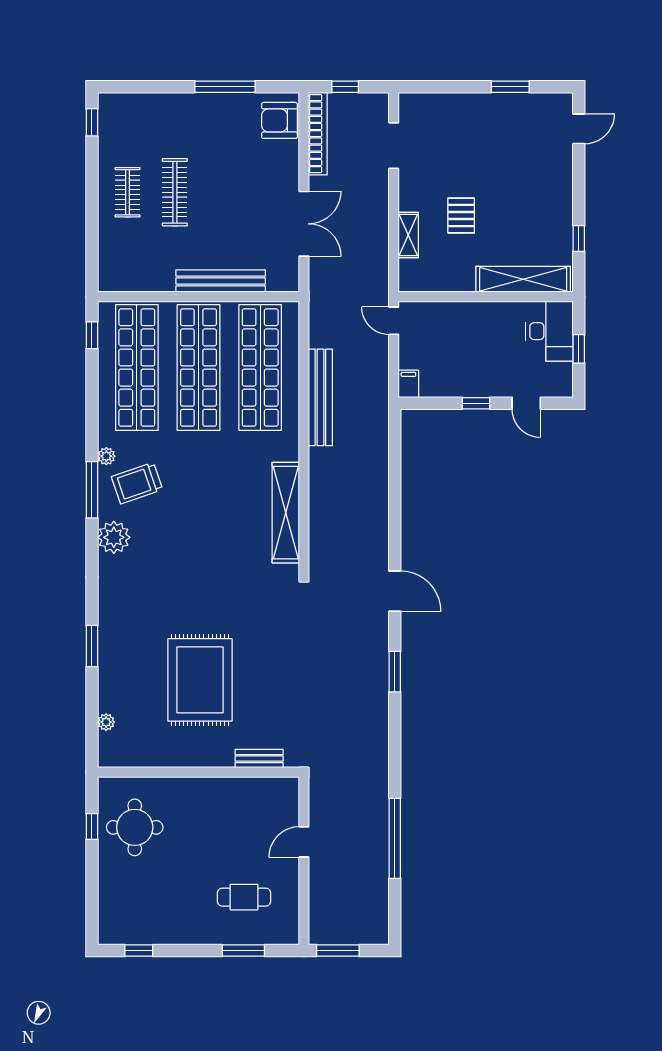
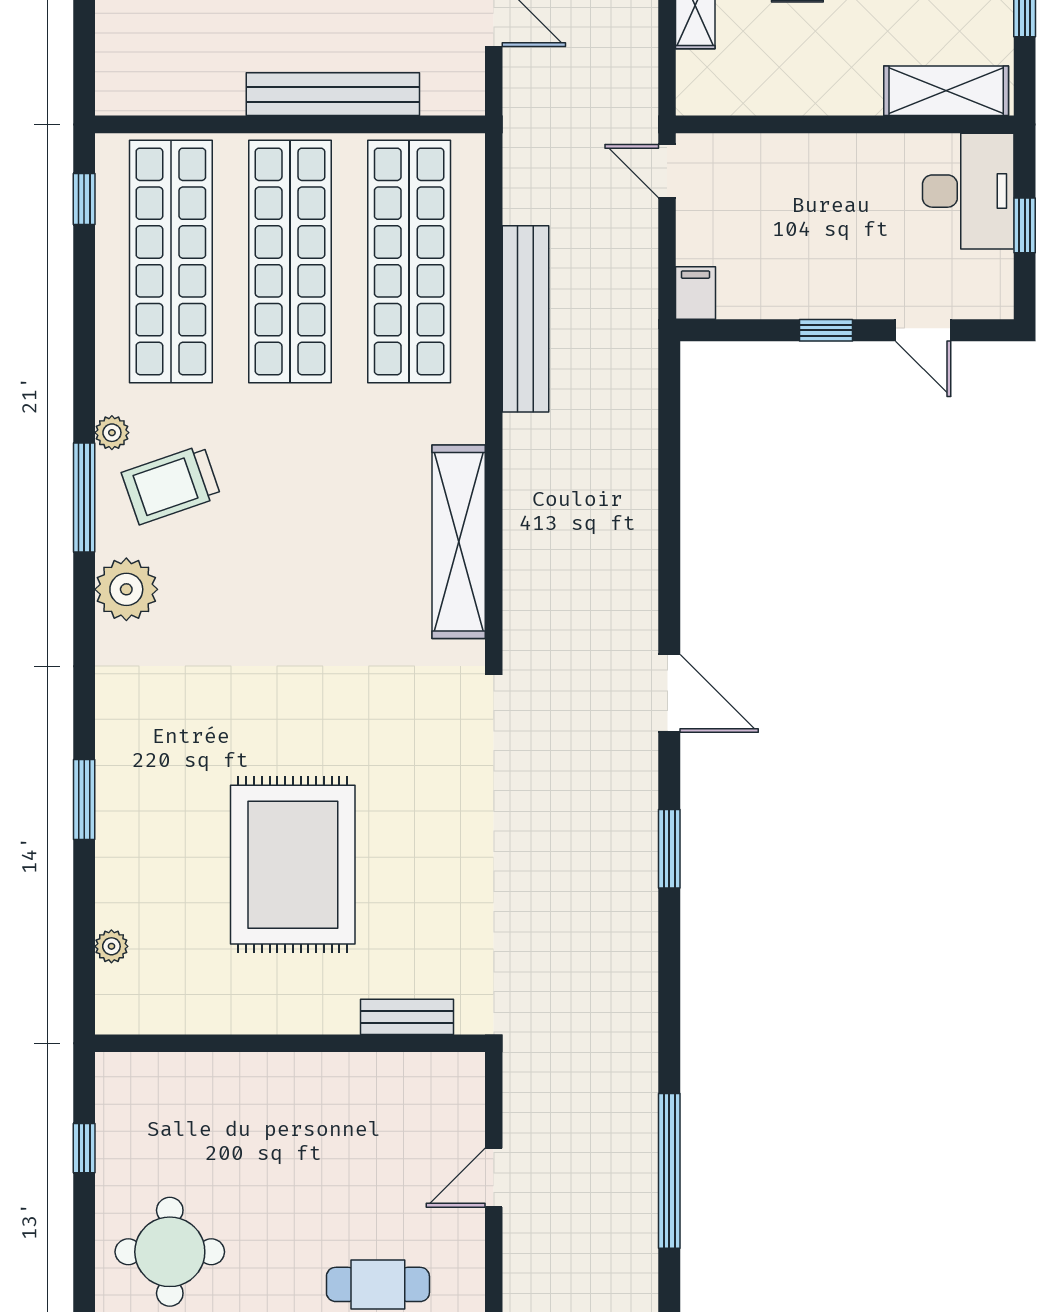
shelving: (523, 279) -> (946, 91), width x0.68
round table: (135, 827) -> (170, 1252), moved

